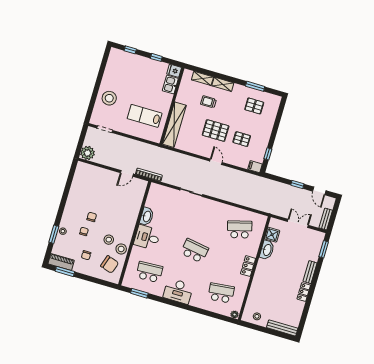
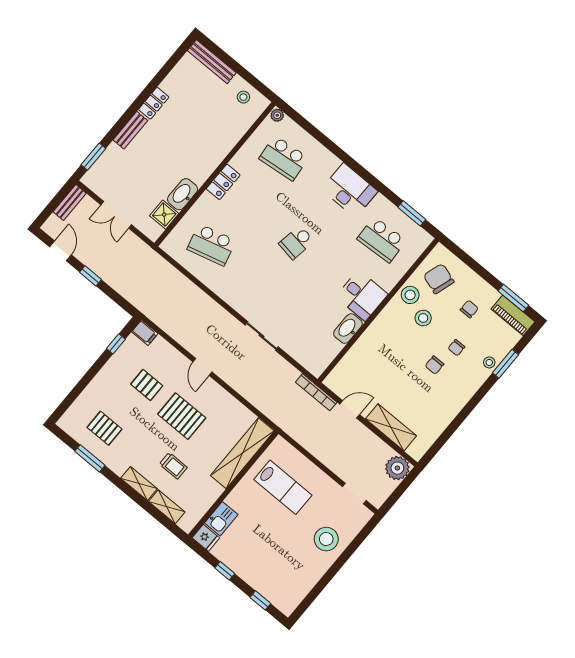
shelving: (100, 173) -> (391, 427), added
school desk: (194, 251) -> (297, 242), width x0.54

